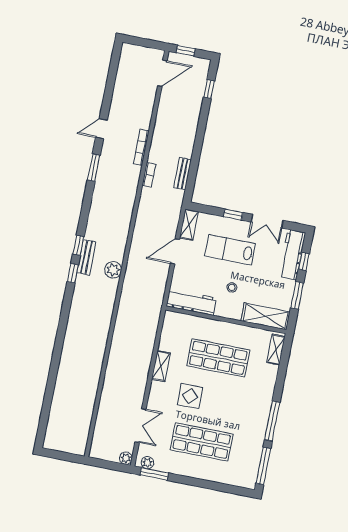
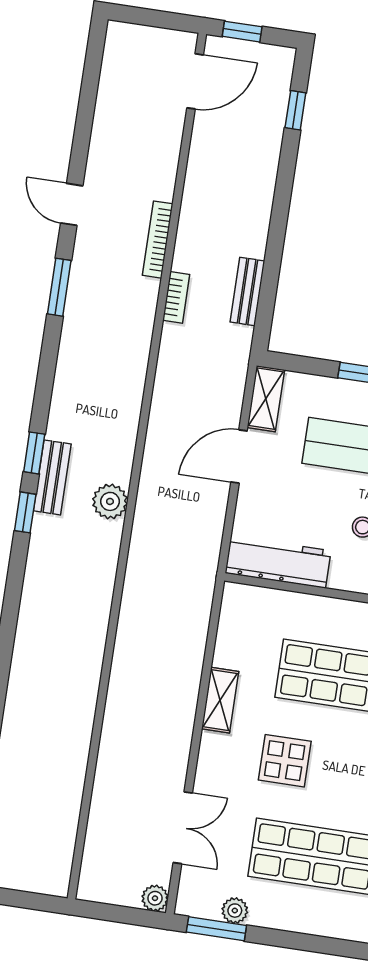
door: (101, 129) -> (72, 204), hinge flipped
plant: (147, 463) -> (235, 911), moved

